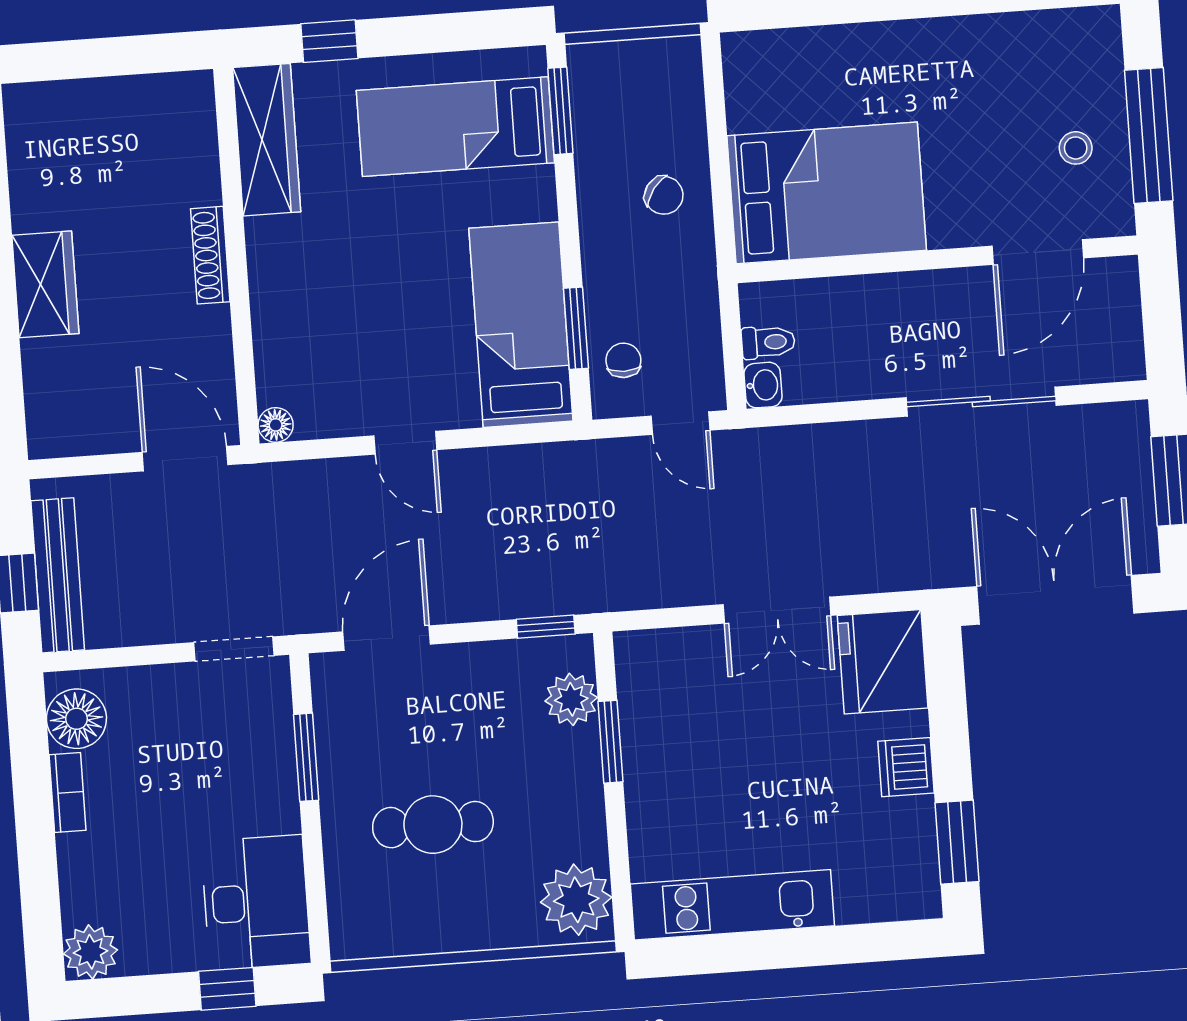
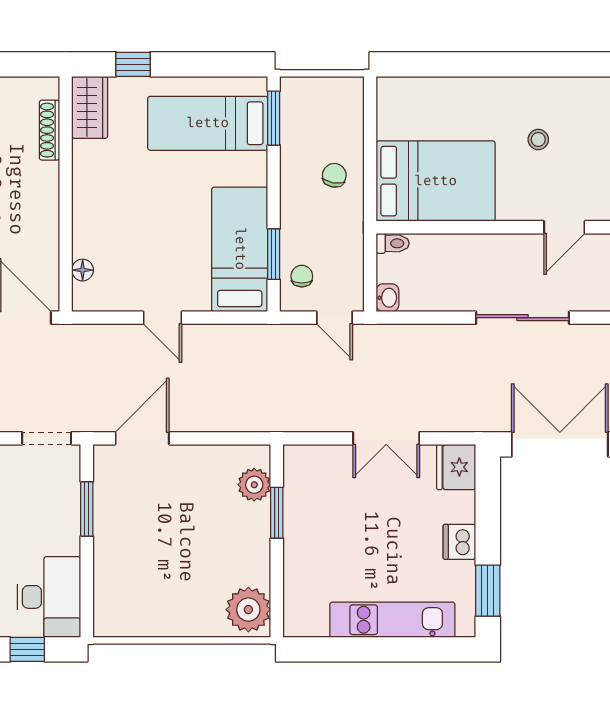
wardrobe: (267, 140) -> (90, 107), width x0.67
stool: (1076, 148) -> (538, 140), moved
chair: (664, 195) -> (334, 175), turned -116
door: (1038, 252) -> (564, 227), width x0.73
shoe rack: (210, 255) -> (49, 130), moved
toilet: (768, 342) -> (393, 243), moved
floor lamp: (276, 425) -> (83, 270), moved
window: (546, 627) -> (242, 438), removed
fridge: (883, 662) -> (456, 467), width x0.73, depth x0.75
cafe table: (433, 825) -> (163, 556), removed
kitchen unit: (732, 905) -> (392, 620), moved

